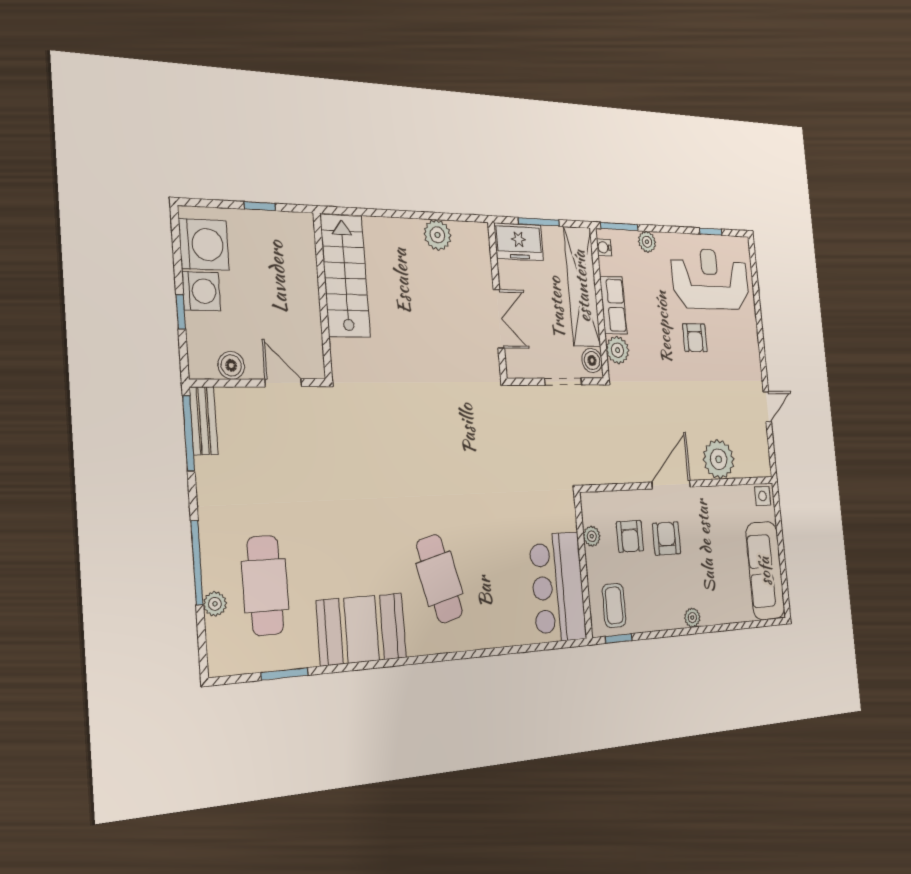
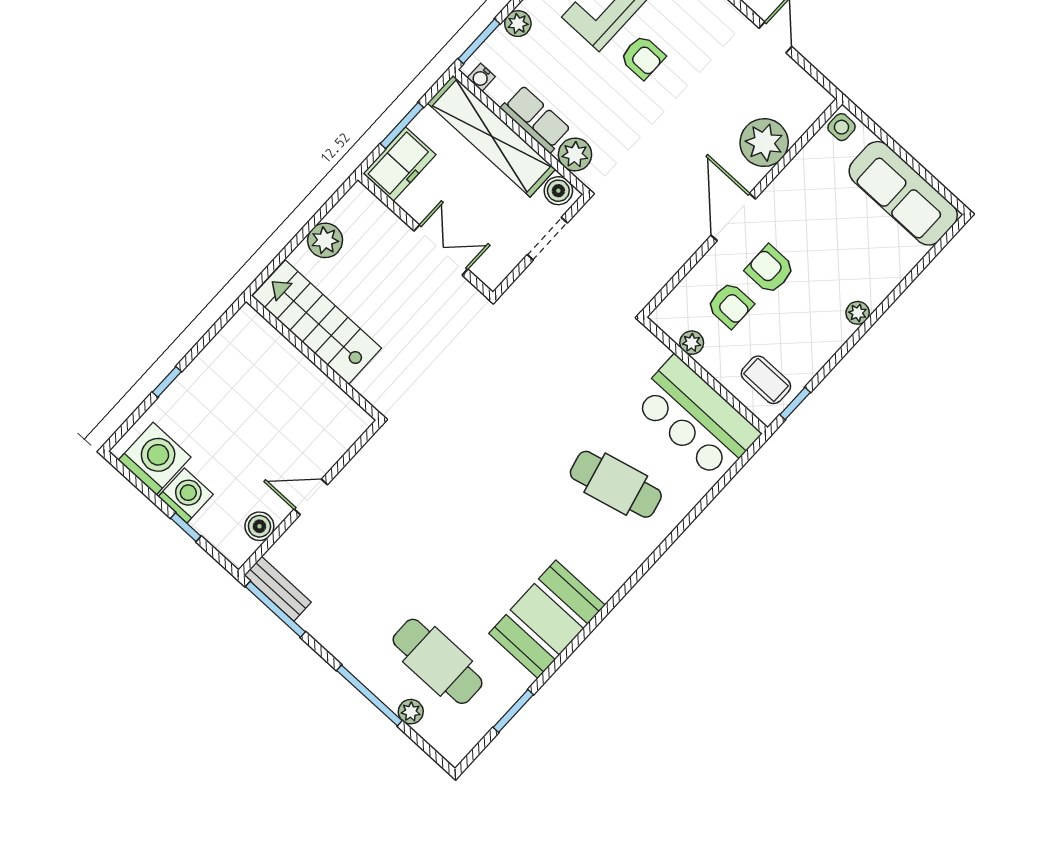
stairs: (345, 276) -> (317, 322), moved
wall: (323, 296) -> (314, 358), moved
cafe table: (439, 579) -> (616, 484), moved

